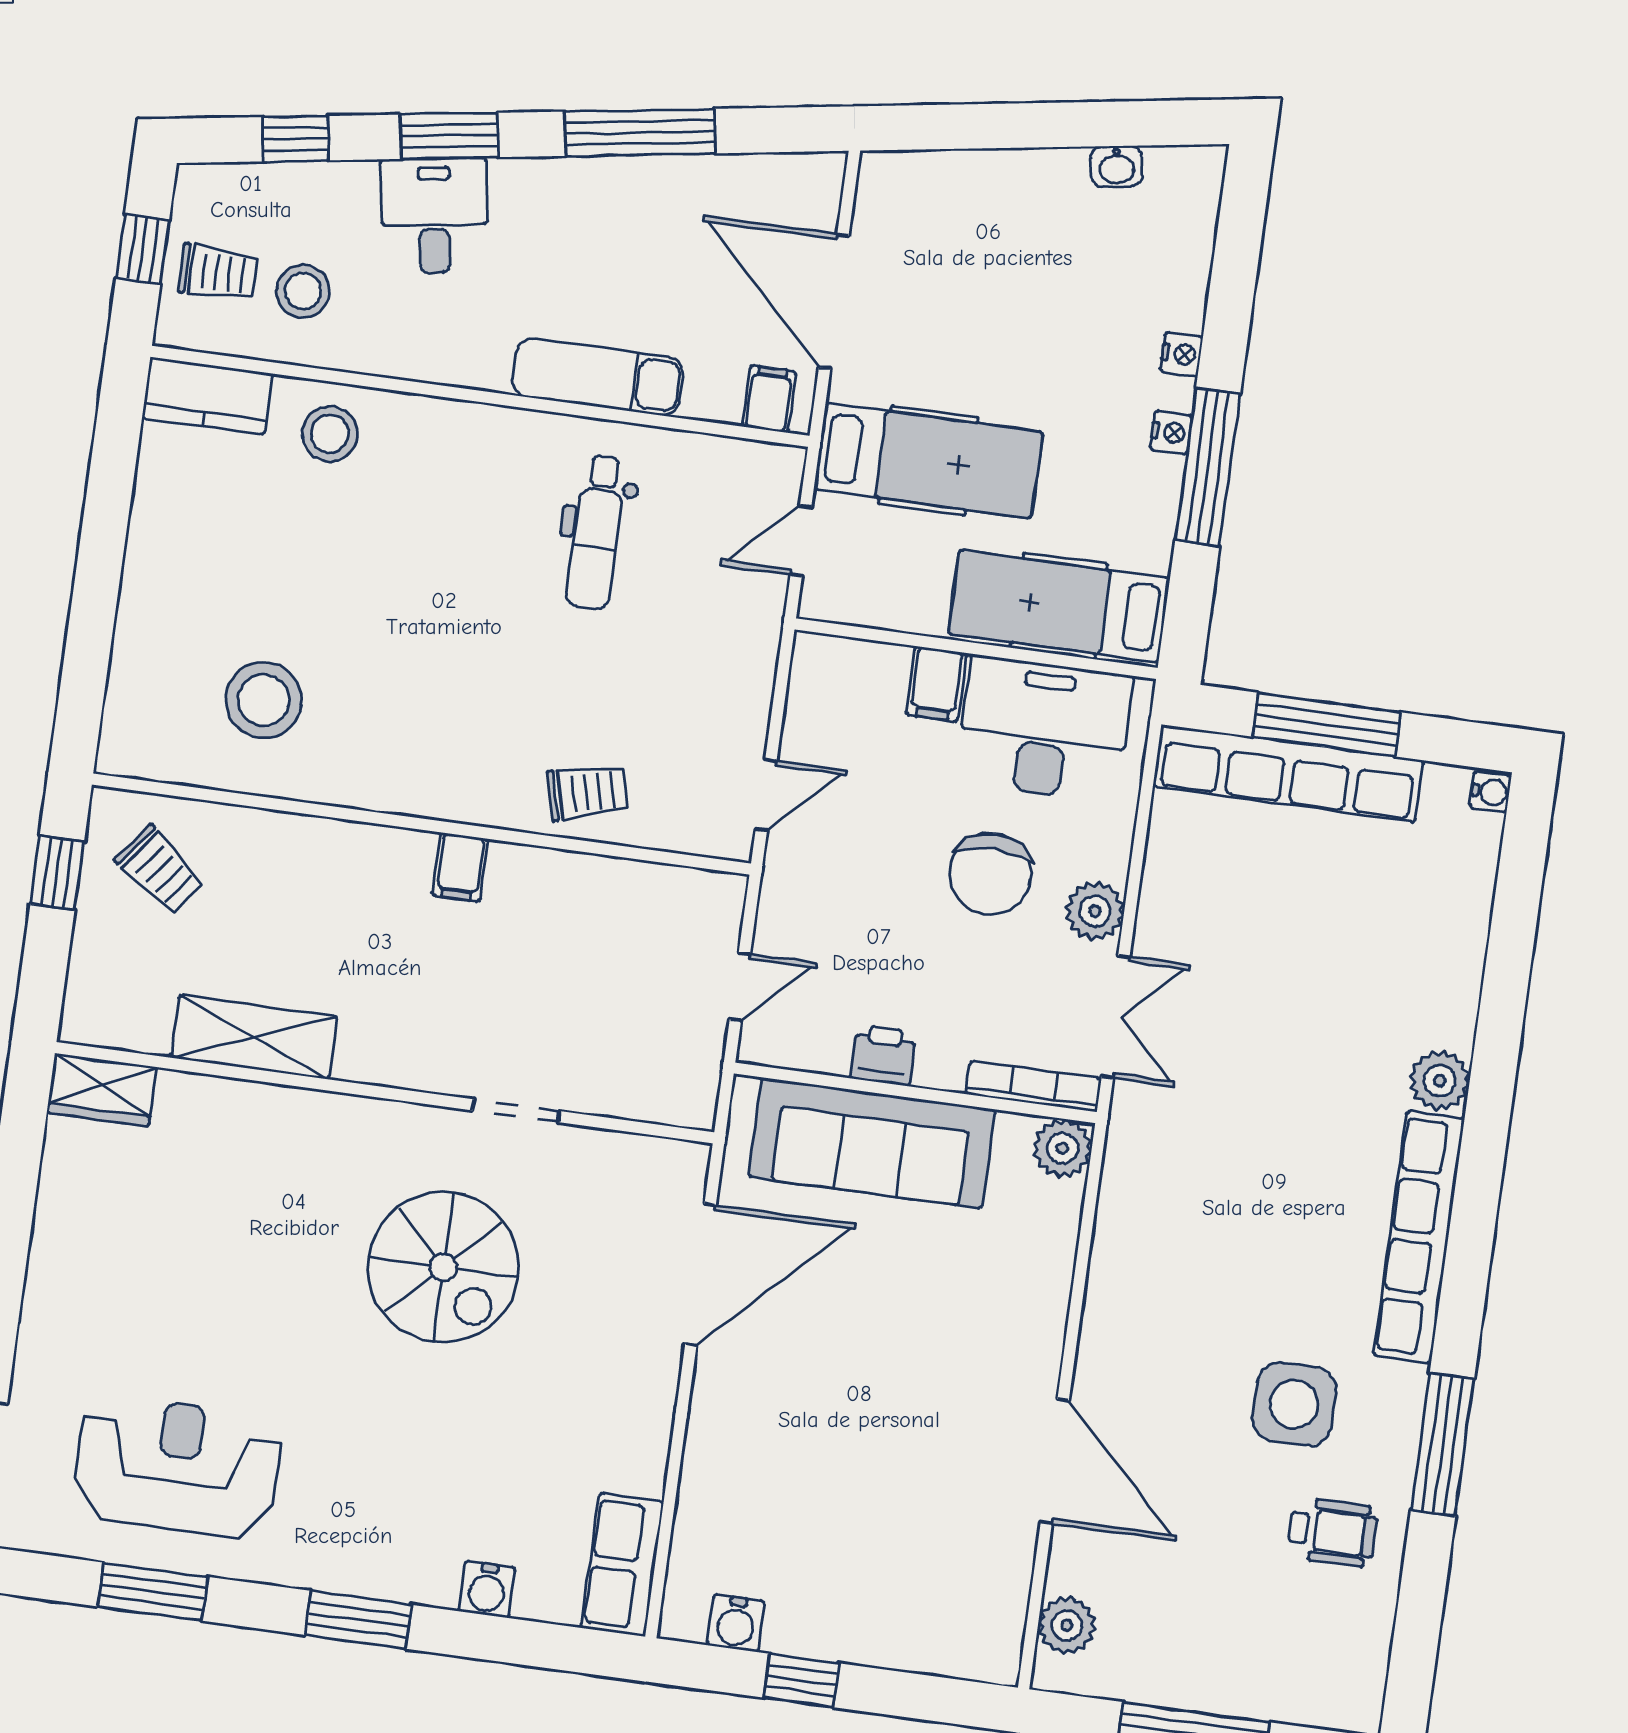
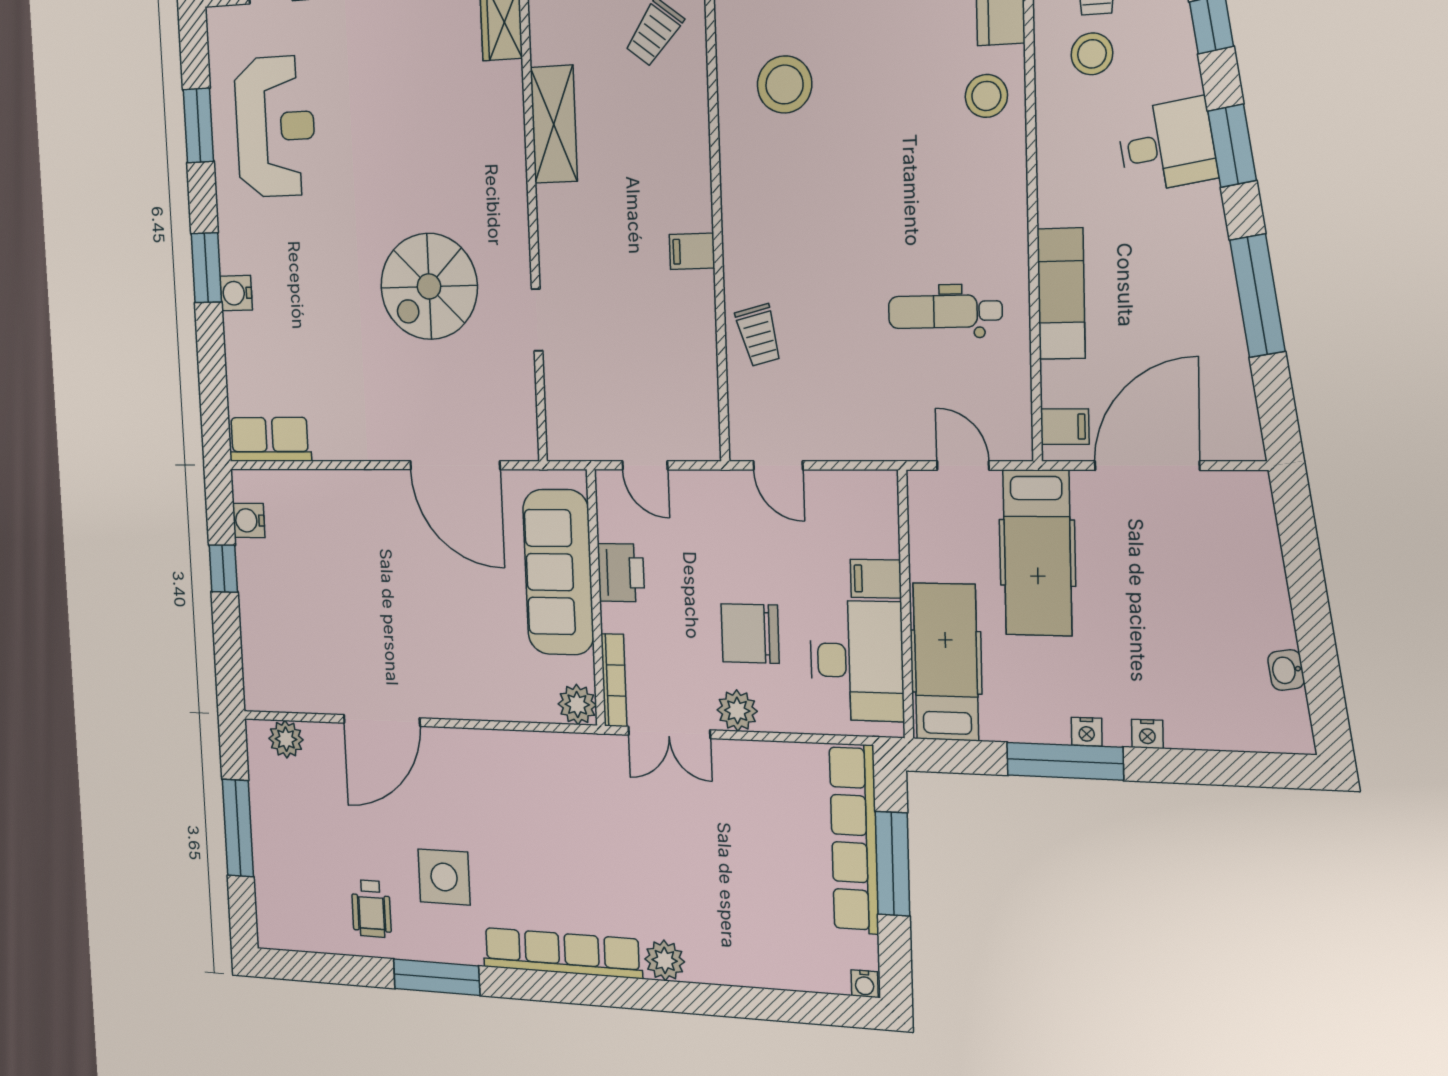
printer: (883, 1055) -> (621, 573), width x1.36, depth x1.24
water cooler: (487, 1589) -> (236, 293), moved

